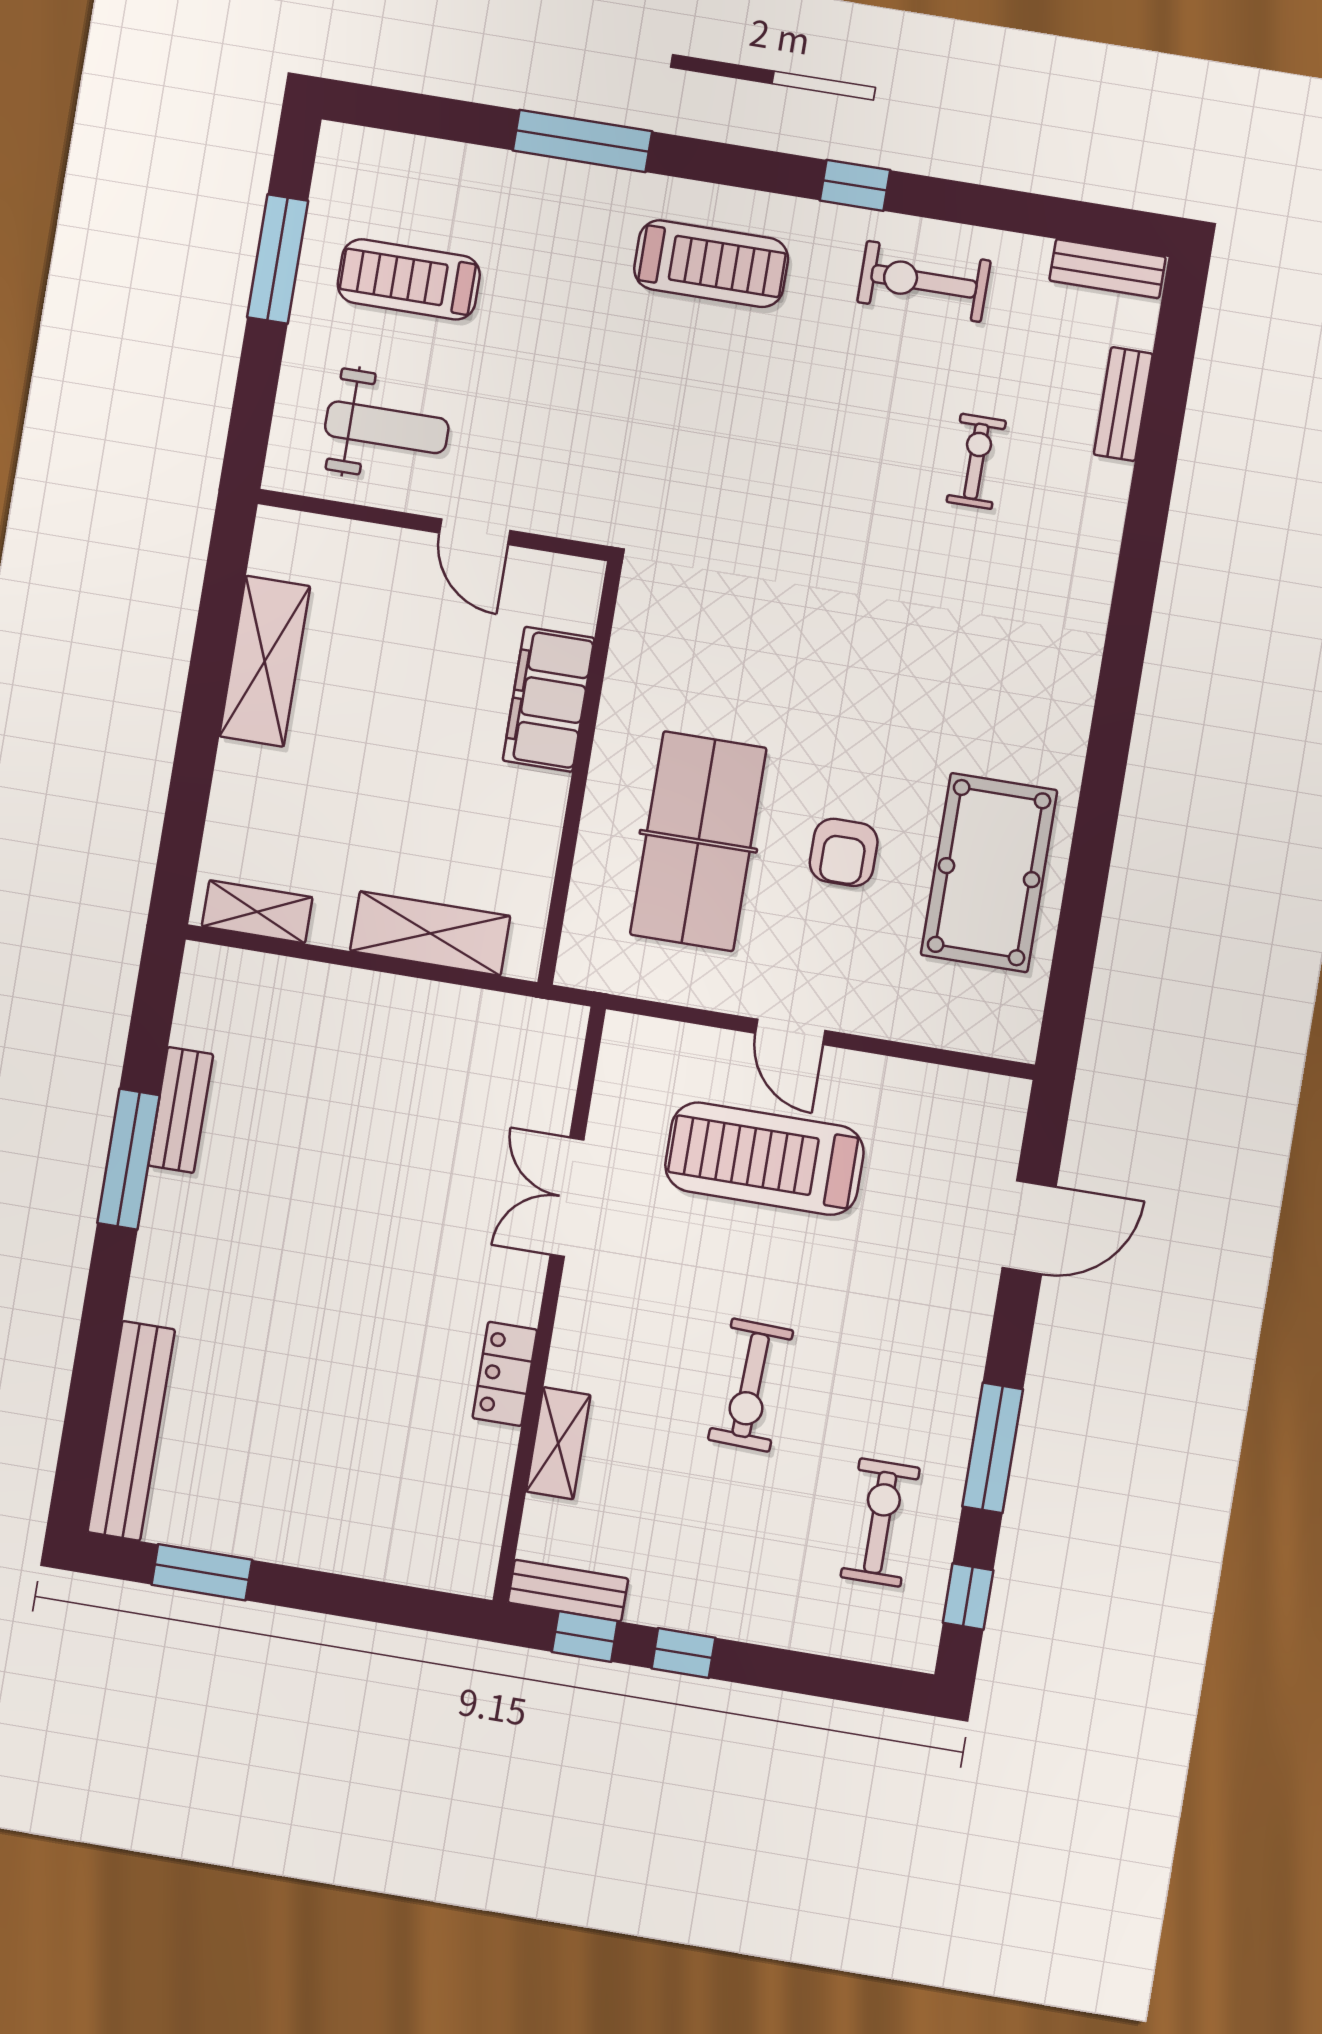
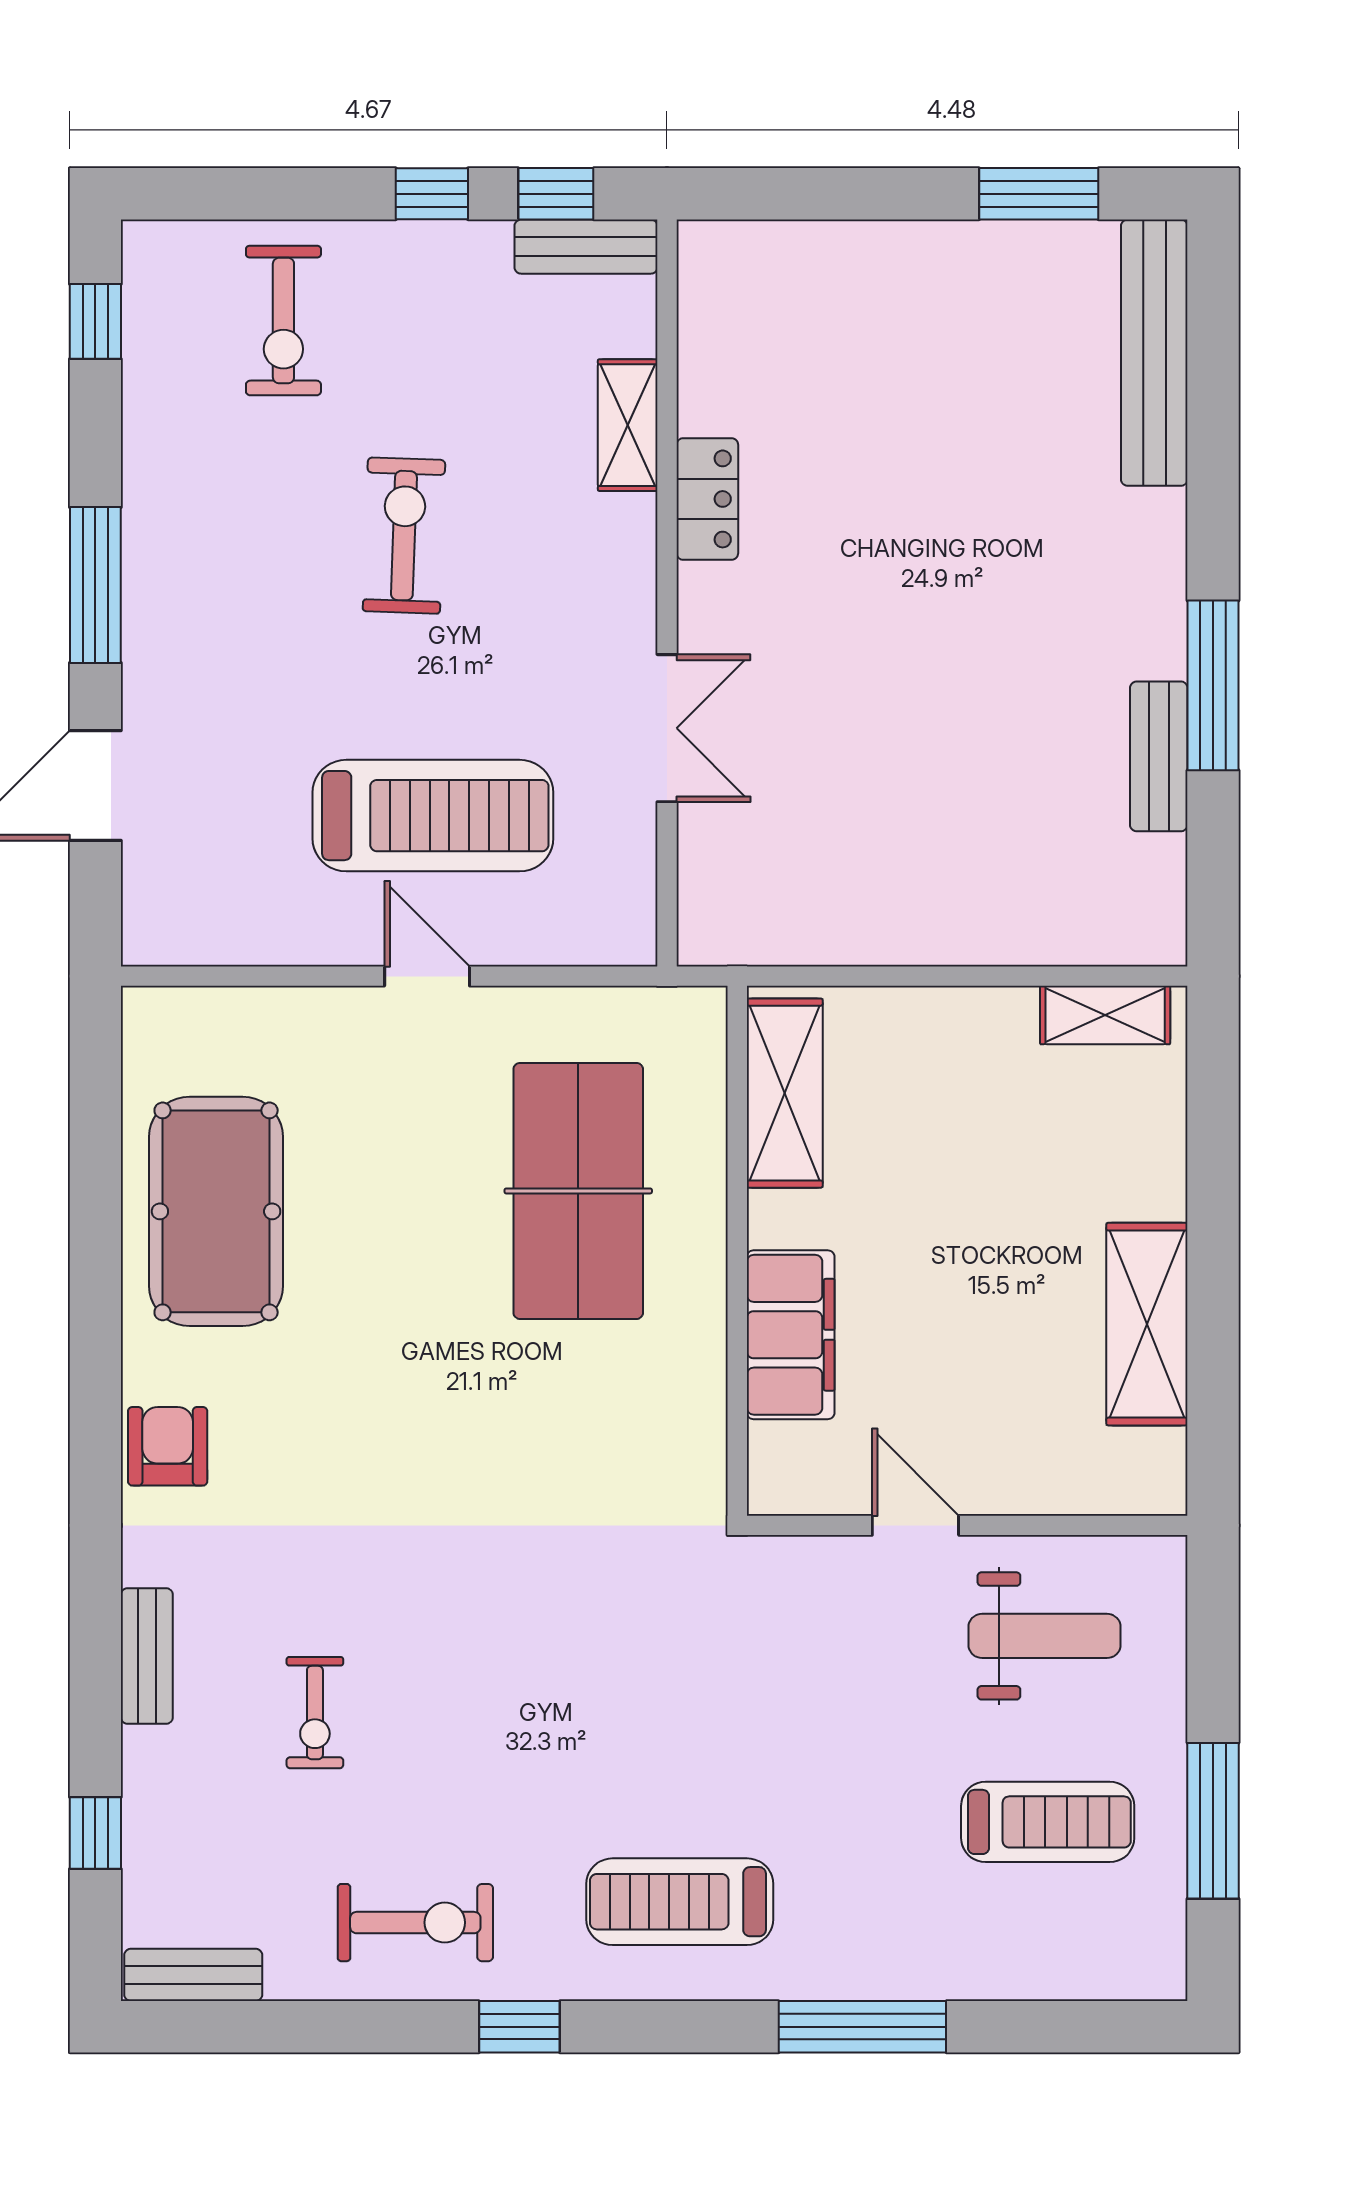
window: (1167, 394) -> (95, 1833), added
bench: (1123, 404) -> (147, 1656), moved
weight bench: (387, 427) -> (1045, 1636), turned 180
armchair: (844, 852) -> (168, 1446), moved
shelving: (430, 933) -> (785, 1093), moved, turned 90
window: (993, 1448) -> (95, 585), moved
exercise bike: (880, 1523) -> (283, 321), moved

